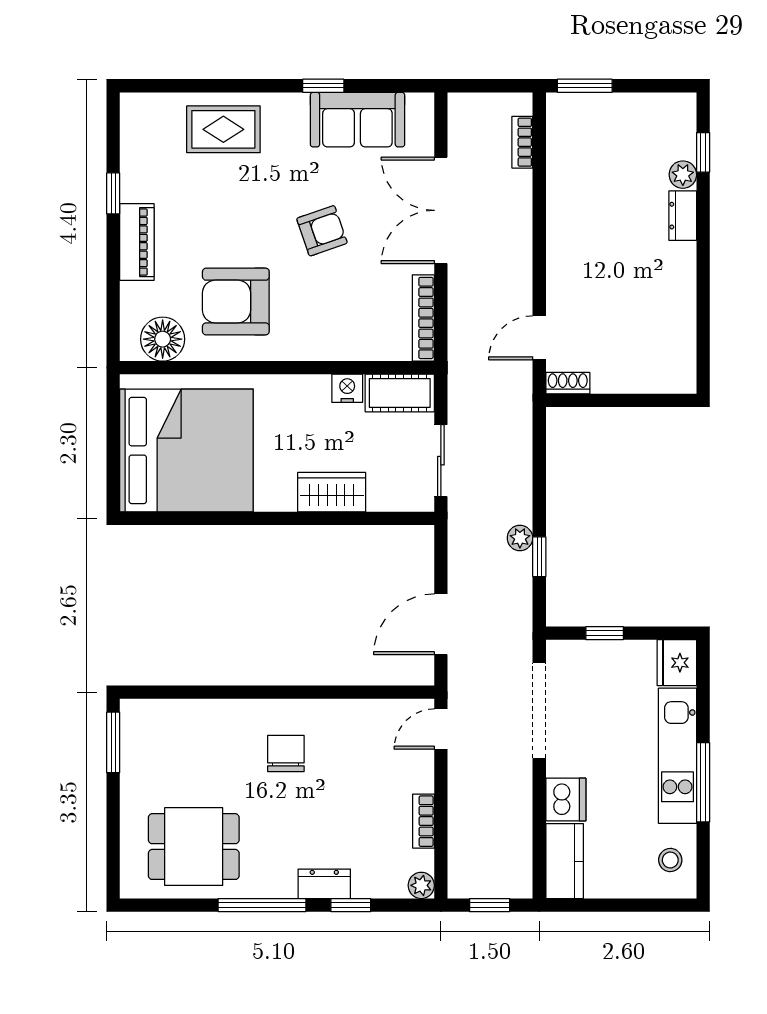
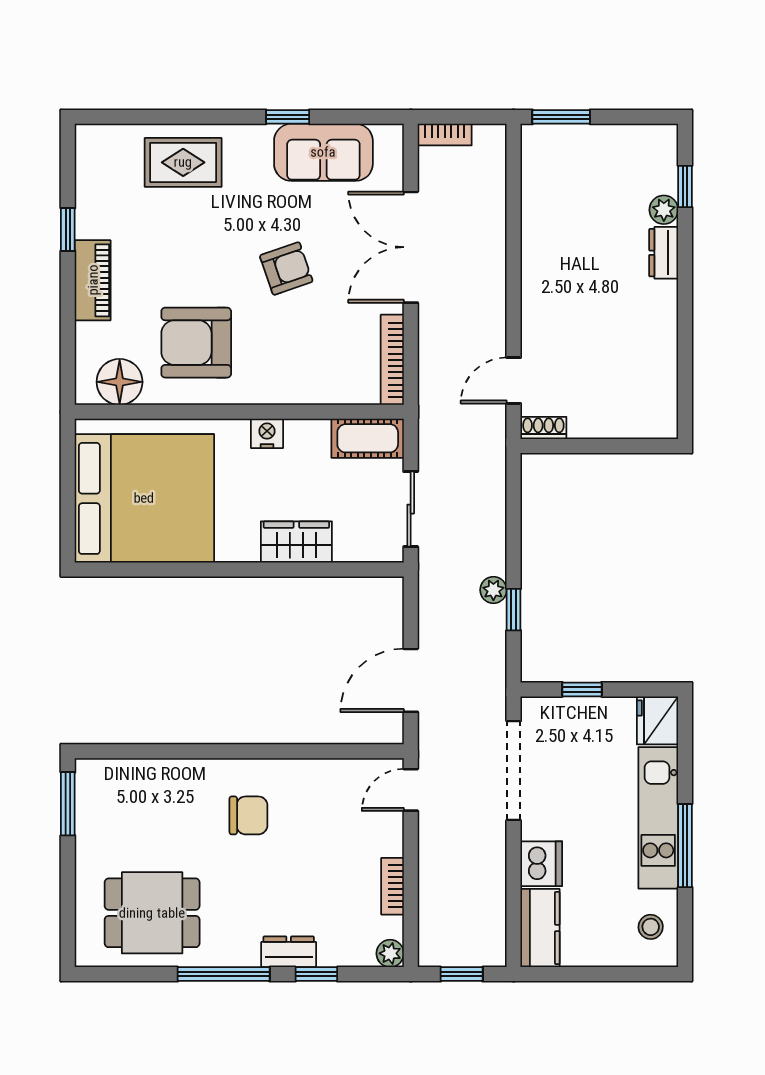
bookcase: (522, 142) -> (445, 135), moved, turned -90
nightstand: (347, 388) -> (267, 433), moved
chair: (286, 753) -> (248, 815), turned 90

